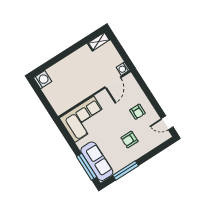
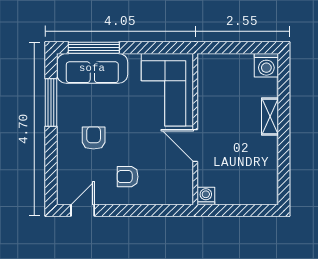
shelving: (99, 41) -> (270, 117), moved
door: (113, 82) -> (195, 145), moved

